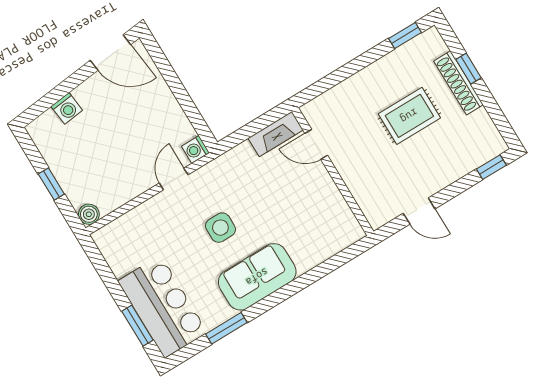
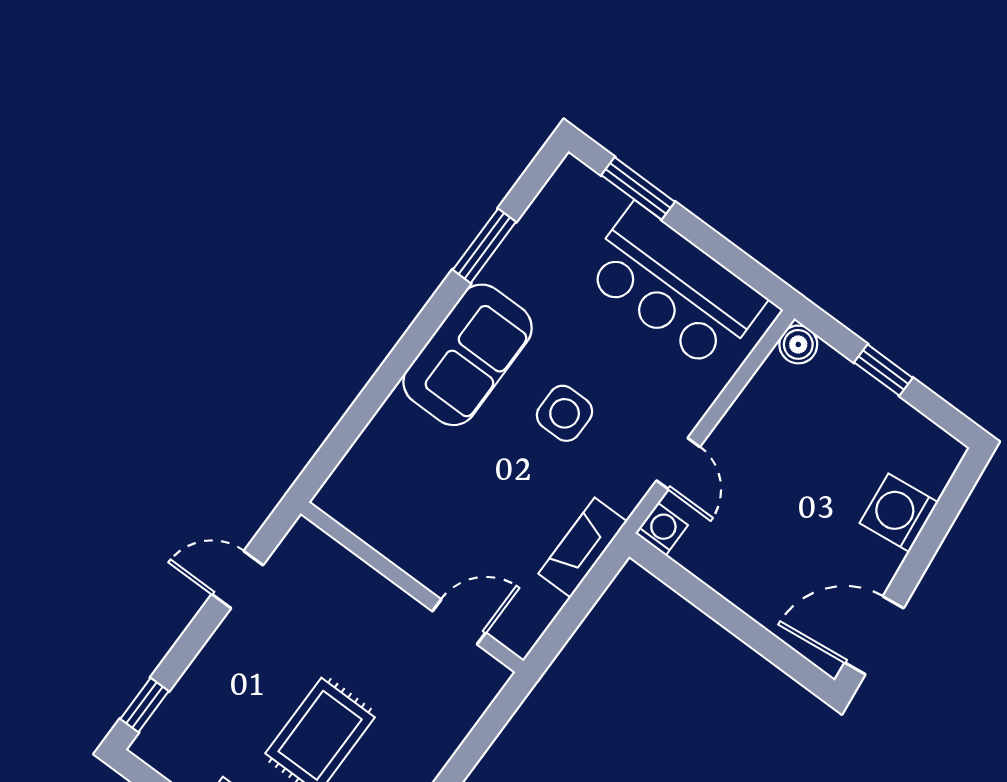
washing machine: (67, 108) -> (899, 513), width x1.38, depth x1.38
fireplace: (276, 134) -> (583, 547), moved
bar counter: (163, 307) -> (674, 287), moved

